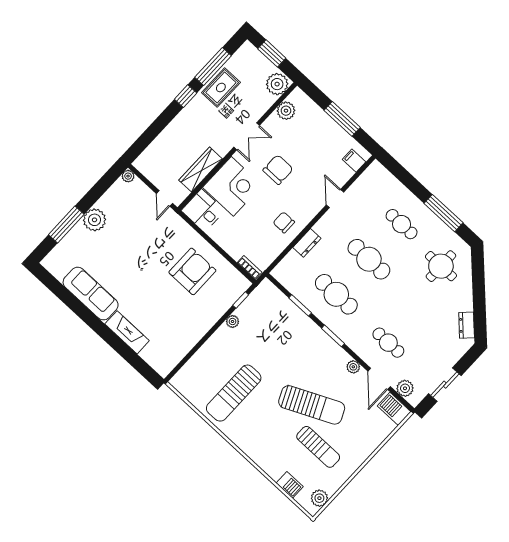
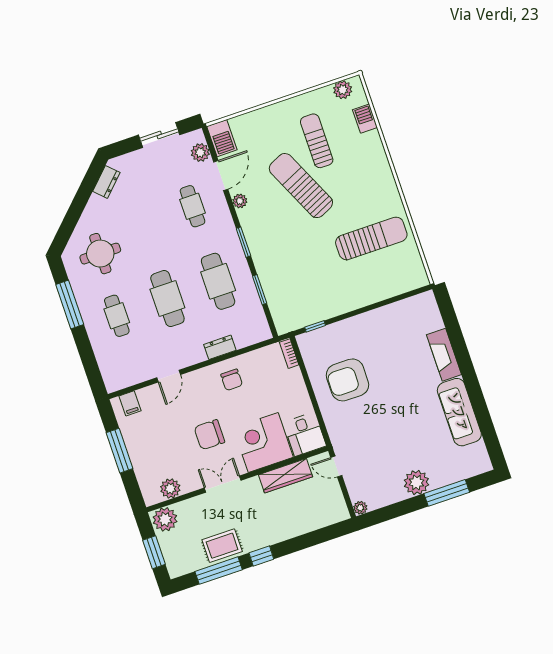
door: (164, 198) -> (336, 467), swing flipped
plant: (233, 321) -> (335, 309), removed

